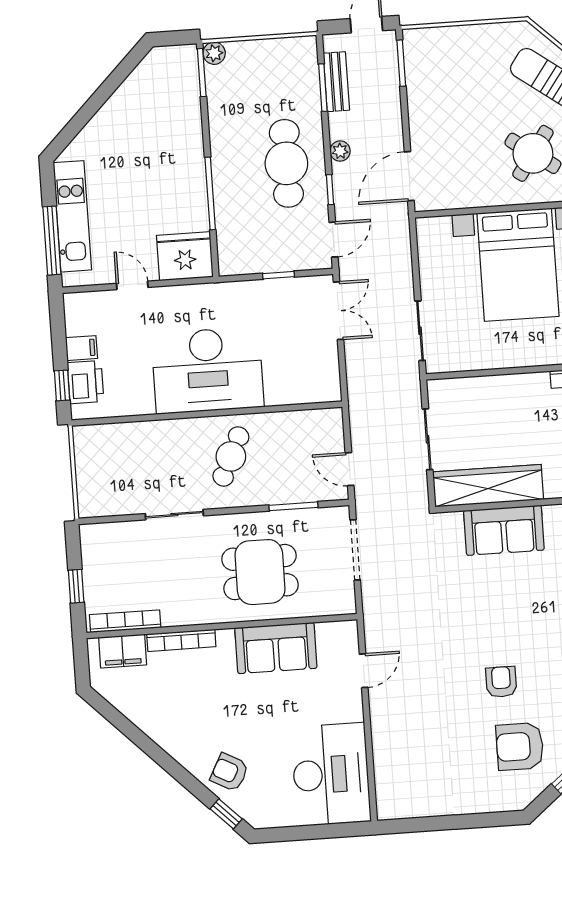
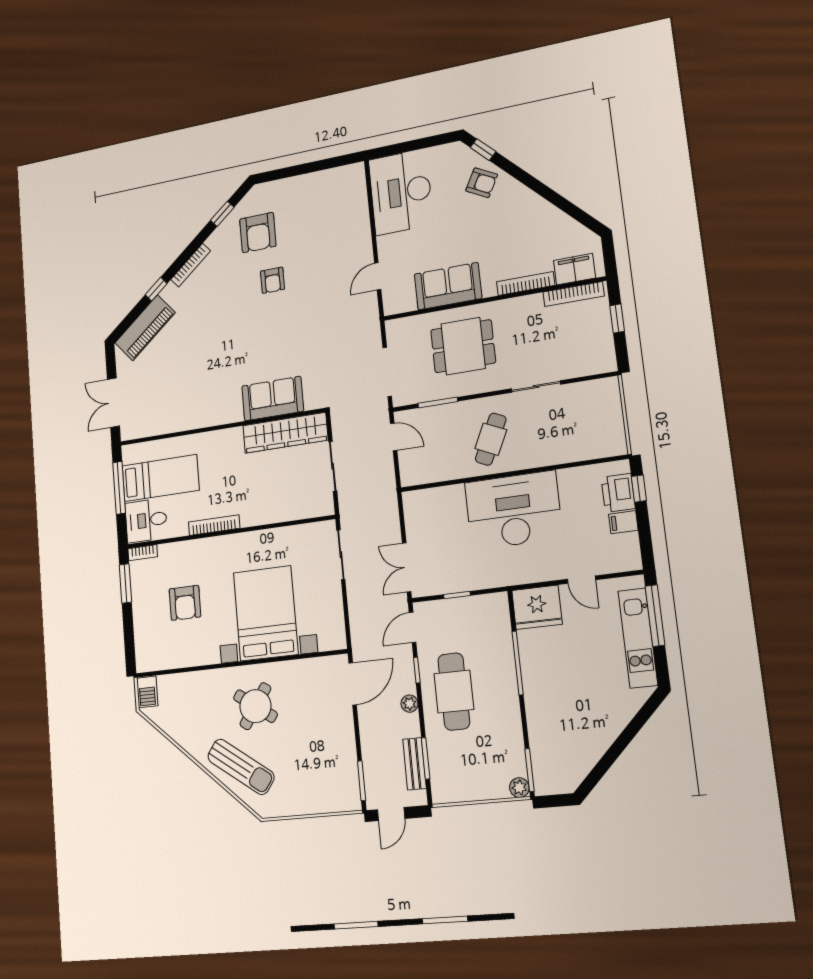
armchair: (520, 746) -> (258, 233), turned 90

